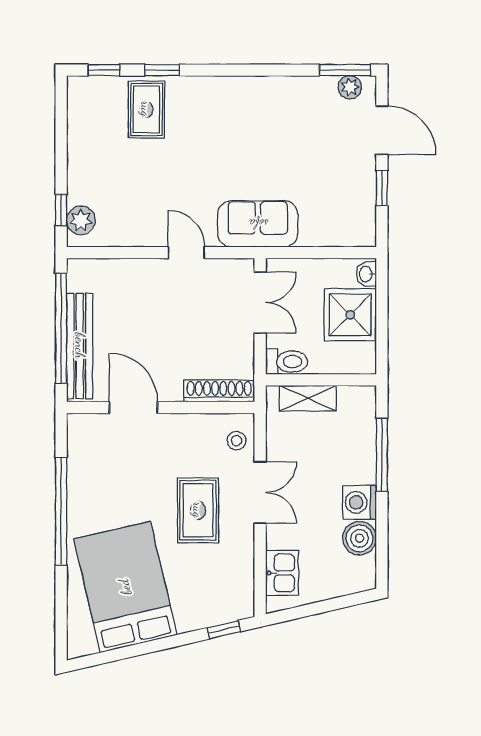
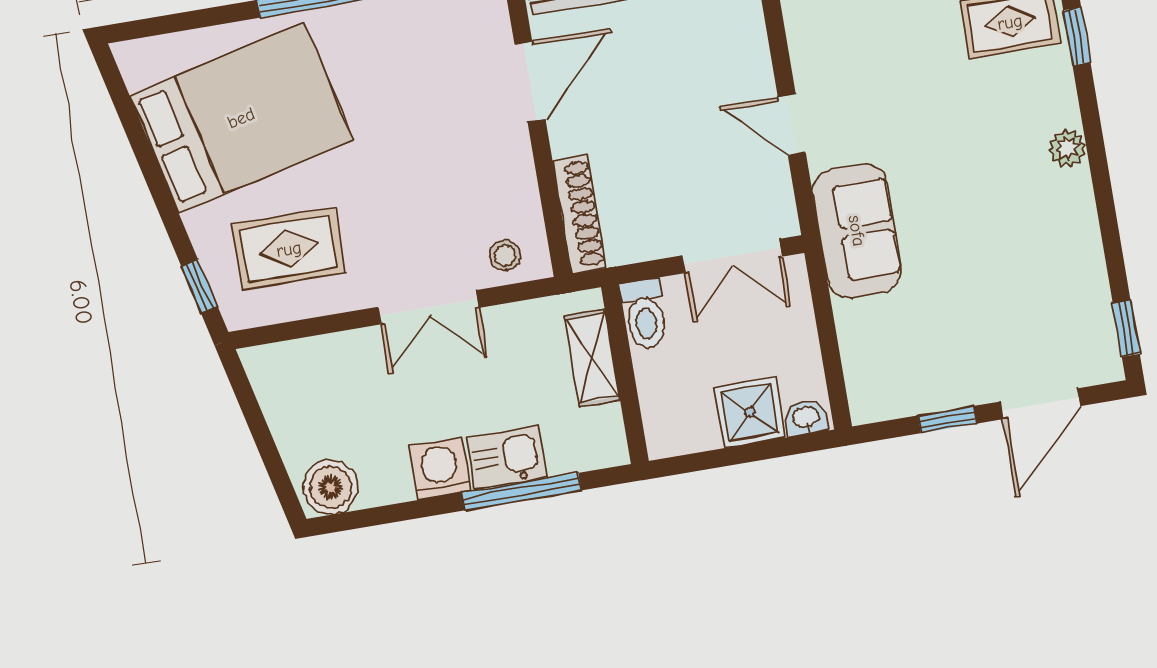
window: (345, 70) -> (1126, 328), width x0.67
plant: (350, 87) -> (1068, 148), moved
door: (186, 253) -> (792, 125), swing flipped
shower: (350, 315) -> (750, 412), width x0.73, depth x0.73
rug: (198, 510) -> (289, 249), moved
boiler: (359, 538) -> (331, 487), moved
kitchen sink: (282, 573) -> (506, 458), moved, turned 180

